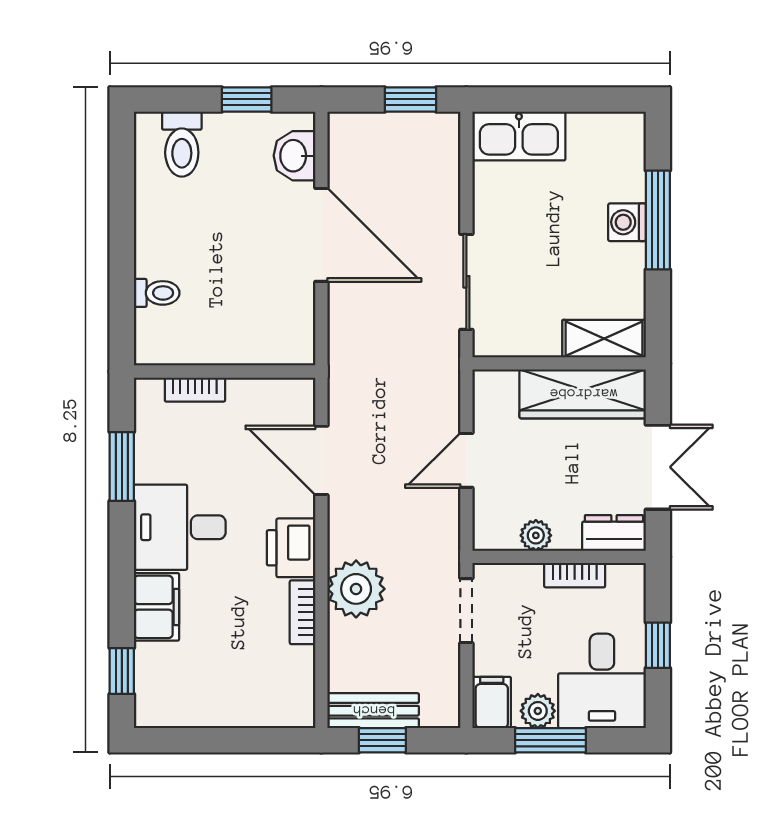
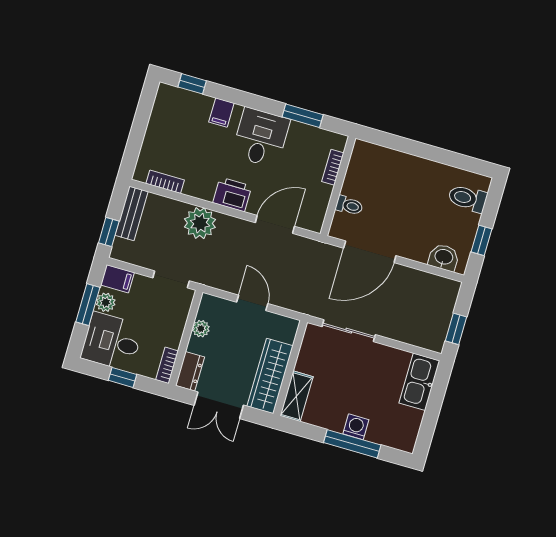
door: (321, 235) -> (370, 252), moved
toilet: (157, 293) -> (349, 206), moved, turned -90
bookcase: (575, 575) -> (167, 365), moved
filing cabinet: (156, 607) -> (221, 113), width x0.50
bookcase: (303, 612) -> (165, 182), moved
window: (382, 740) -> (109, 232), moved

